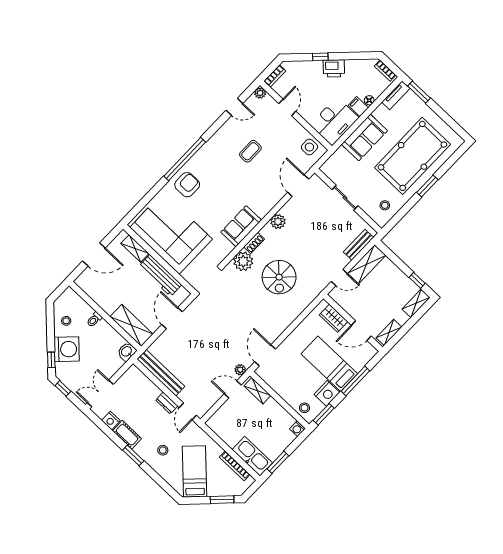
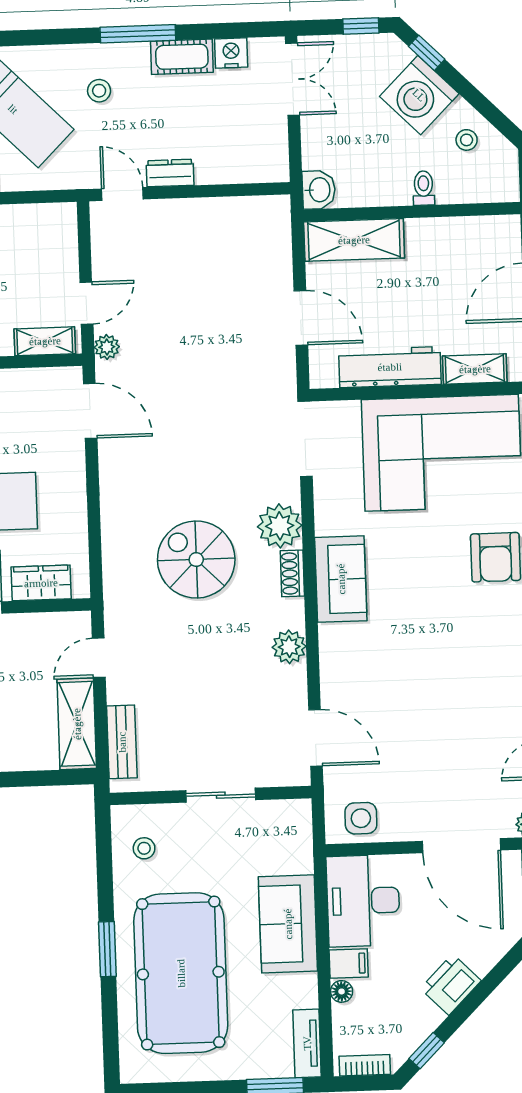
window: (320, 57) -> (427, 1051), moved
door: (287, 107) -> (461, 846), width x1.87
coffee table: (250, 151) -> (449, 715), removed
bench: (161, 373) -> (229, 212), removed
window: (133, 455) -> (138, 34), width x1.44

